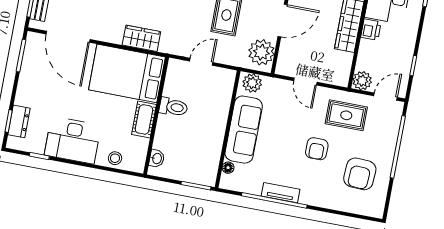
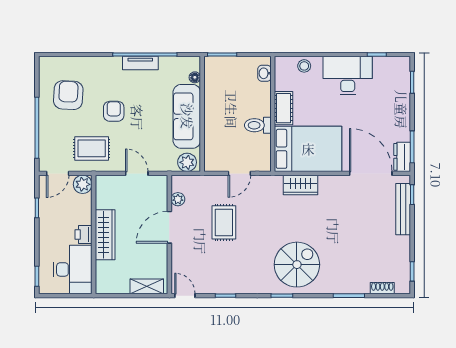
plant: (261, 52) -> (178, 199), width x0.53, depth x0.53
dresser: (19, 121) -> (402, 157), moved

